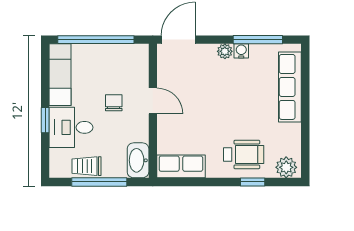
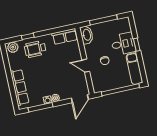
trolley: (87, 166) -> (111, 26), removed

